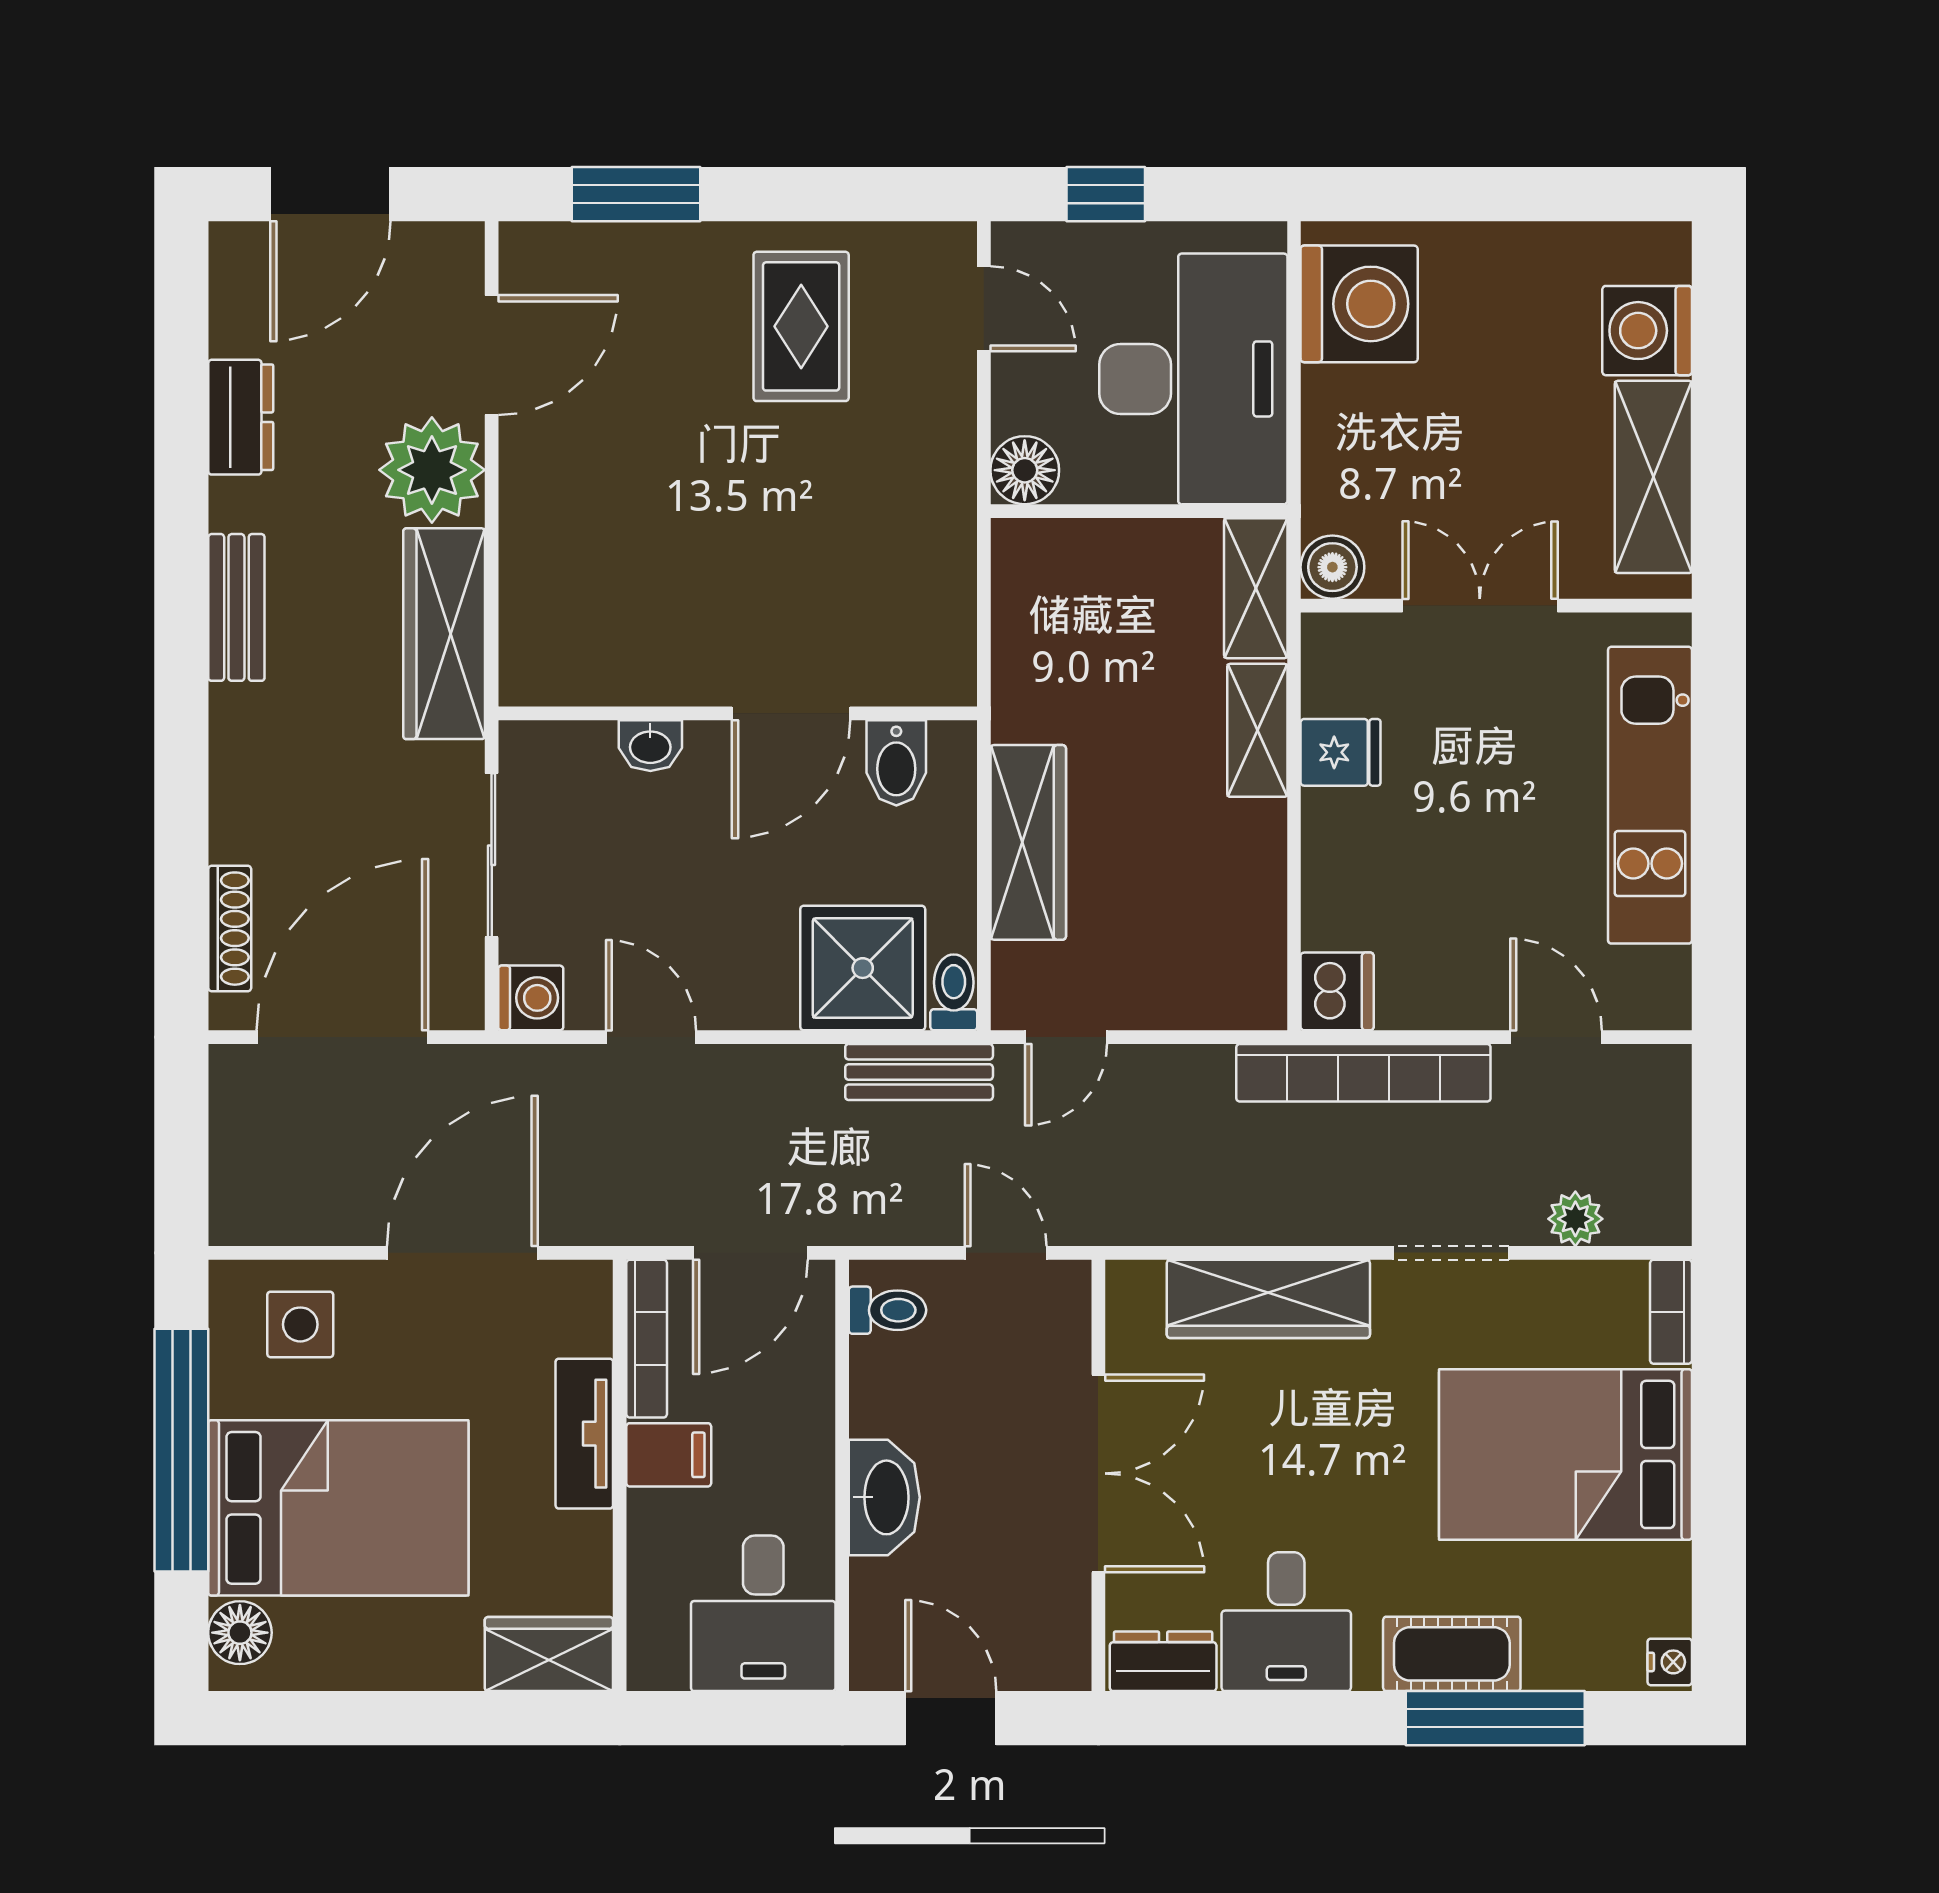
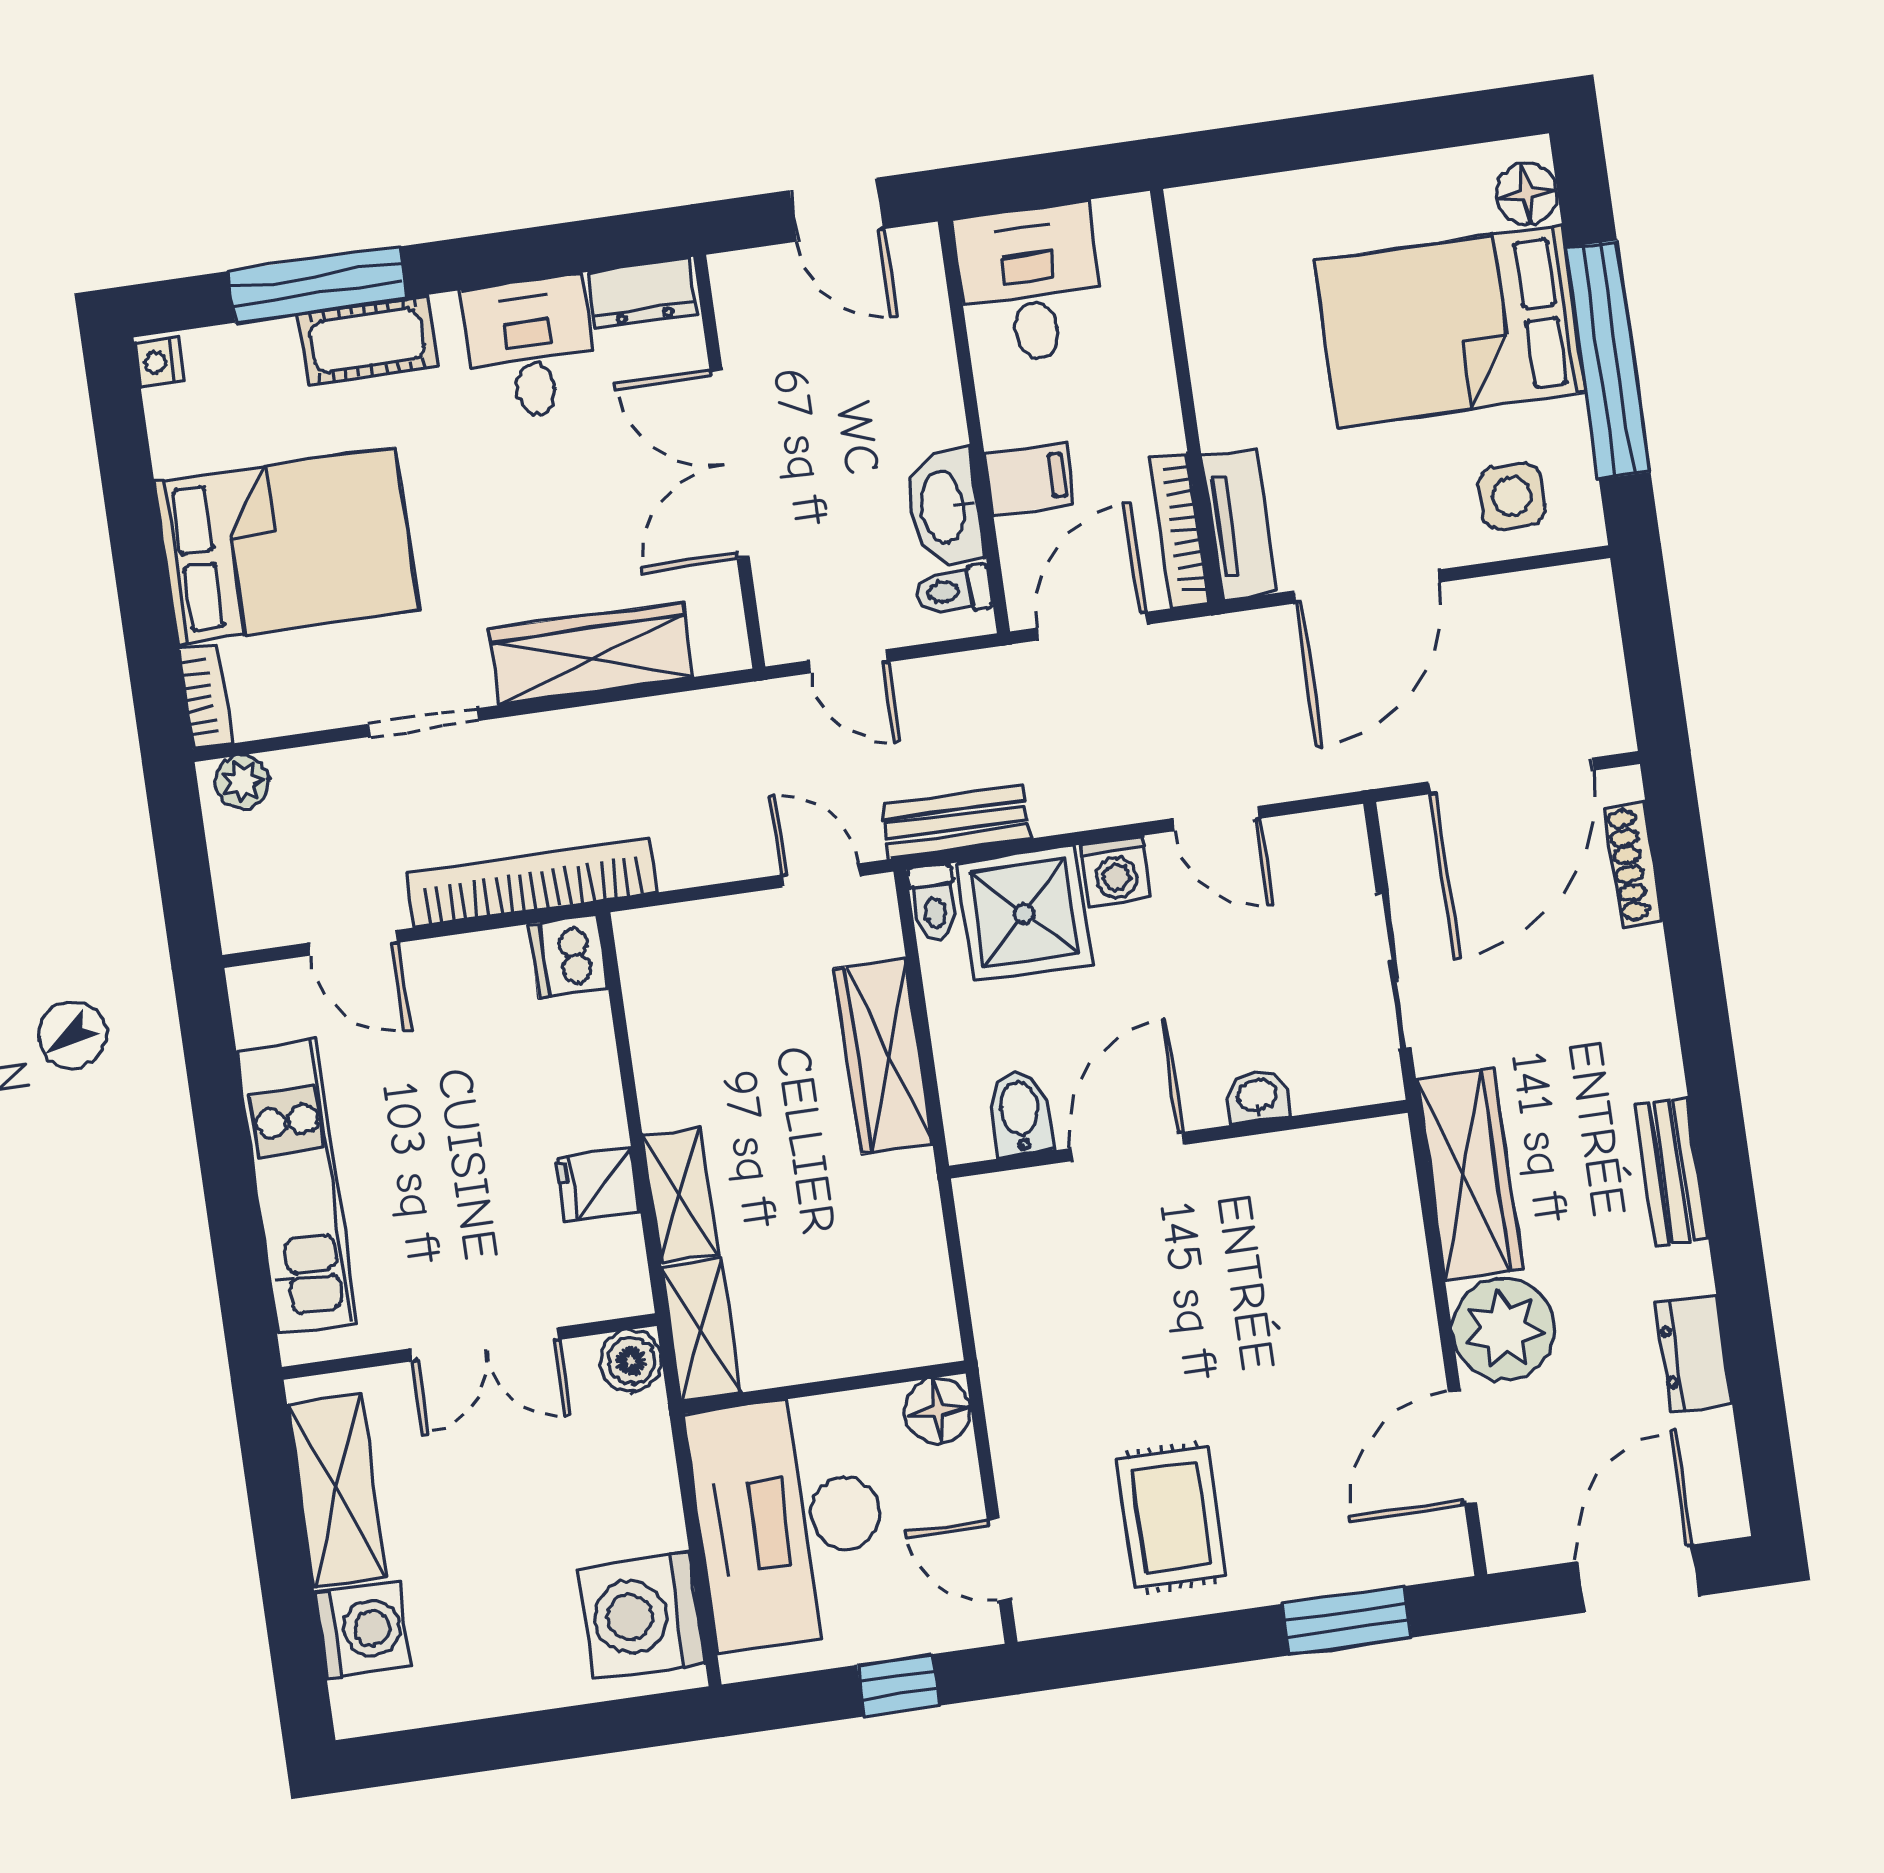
washing machine: (531, 998) -> (1116, 871), moved, turned -90
door: (1066, 1037) -> (820, 875), hinge flipped
plant: (1575, 1219) -> (242, 782), moved
tv unit: (584, 1434) -> (1239, 524), moved
filing cabinet: (669, 1455) -> (1029, 479), moved, turned 180
washbasin: (884, 1497) -> (944, 507), moved
wardrobe: (549, 1654) -> (1229, 216), removed

